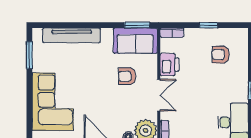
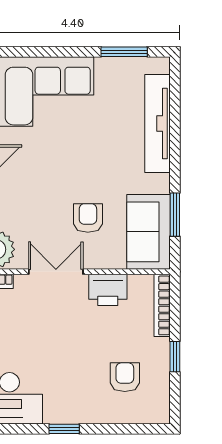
window: (137, 25) -> (175, 215), moved
bookcase: (172, 33) -> (162, 305), width x1.56
double door: (159, 95) -> (56, 272), swing flipped

